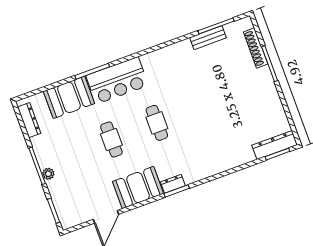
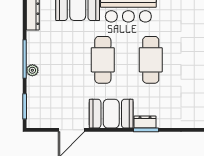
cafe table: (157, 123) -> (151, 60), width x1.37, depth x1.35
cafe table: (111, 140) -> (103, 60), width x1.37, depth x1.35

